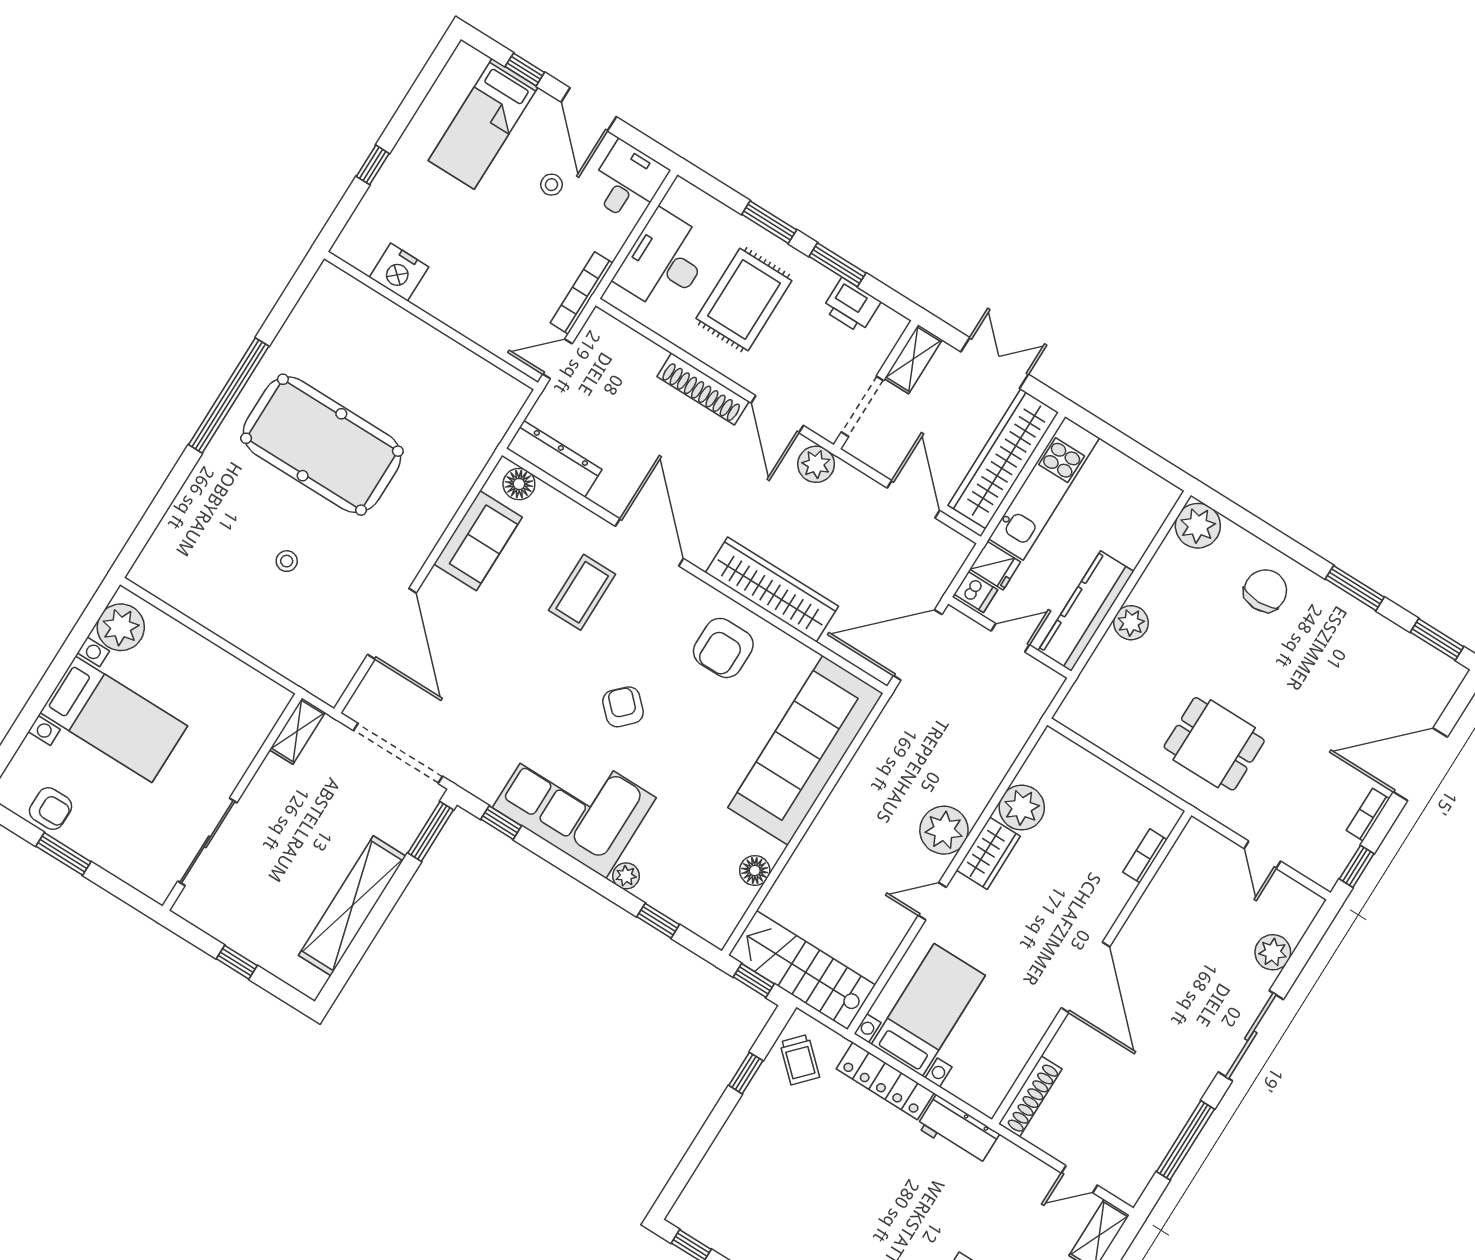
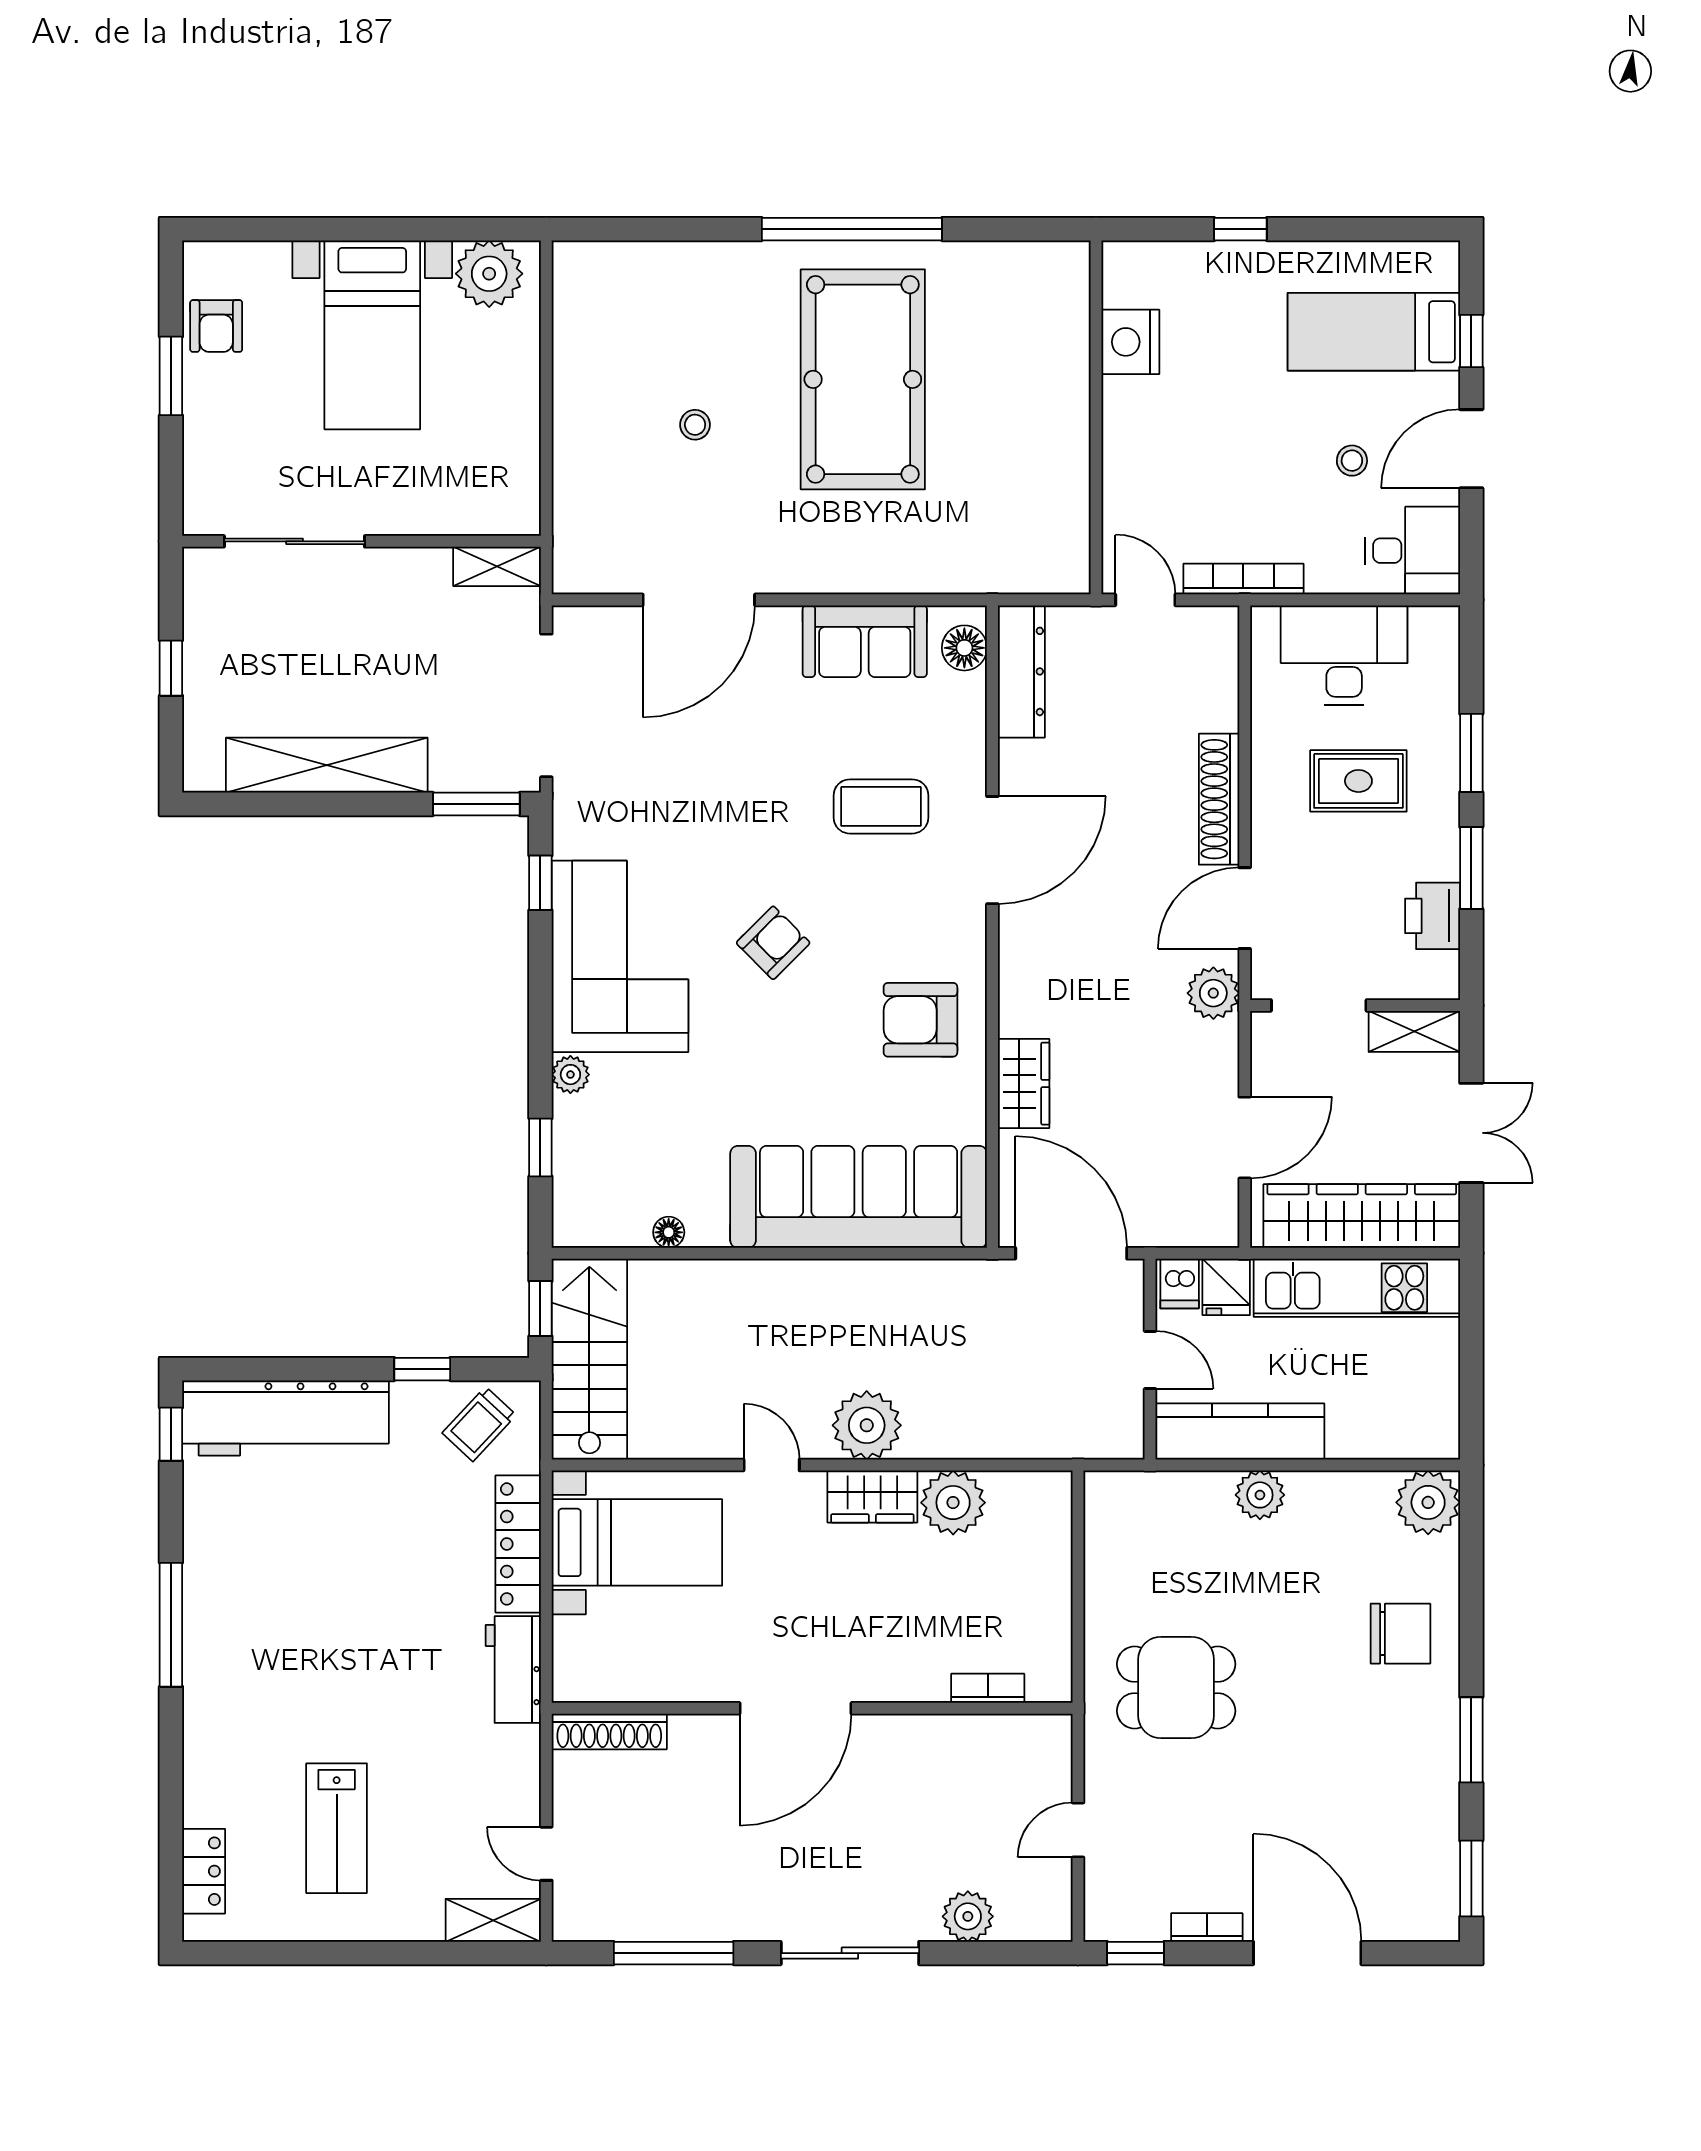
rug: (744, 300) -> (1358, 781), width x0.73, depth x0.70
wardrobe: (772, 590) -> (1024, 1084), width x0.48, depth x0.85
dining table: (1214, 744) -> (1176, 1687), turned 90
floor lamp: (755, 870) -> (669, 1232), width x0.73, depth x0.73
workbench: (724, 1172) -> (286, 1418), added

